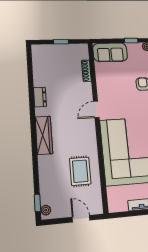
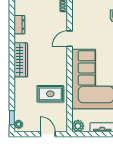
rug: (80, 171) -> (50, 94), turned 90
plant: (115, 206) -> (78, 126), added

